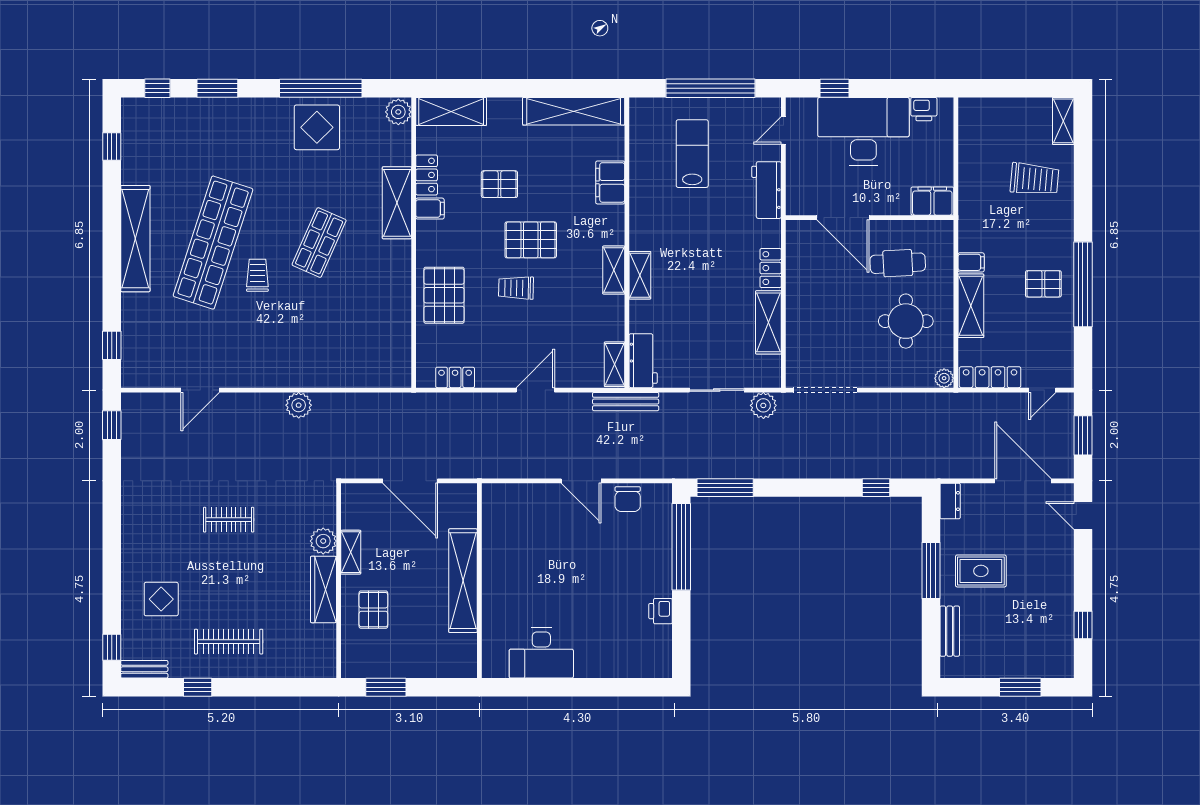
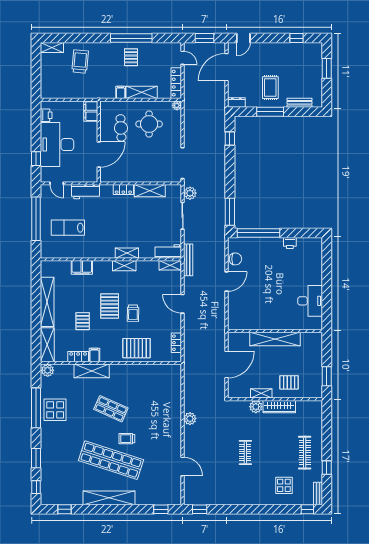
shelving: (574, 111) -> (47, 302), moved

